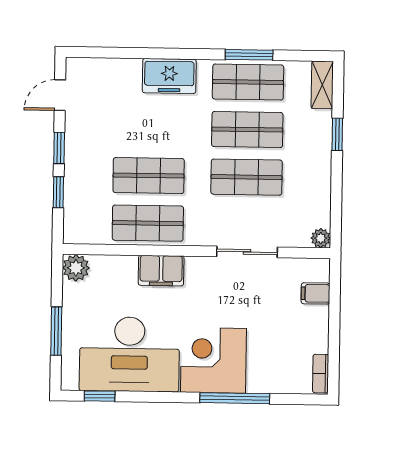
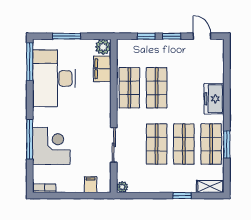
filing cabinet: (161, 271) -> (102, 69), moved
corner desk: (213, 360) -> (51, 146), moved
window: (100, 396) -> (30, 62), width x2.17

